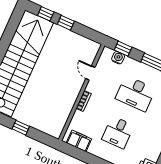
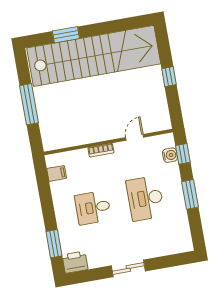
window: (46, 14) -> (164, 49), removed
window: (21, 128) -> (29, 104), width x2.17
filing cabinet: (79, 141) -> (57, 173), width x0.50

